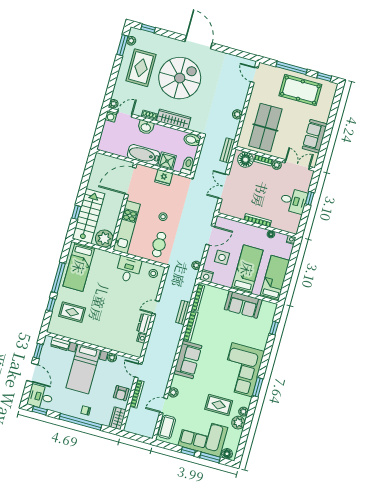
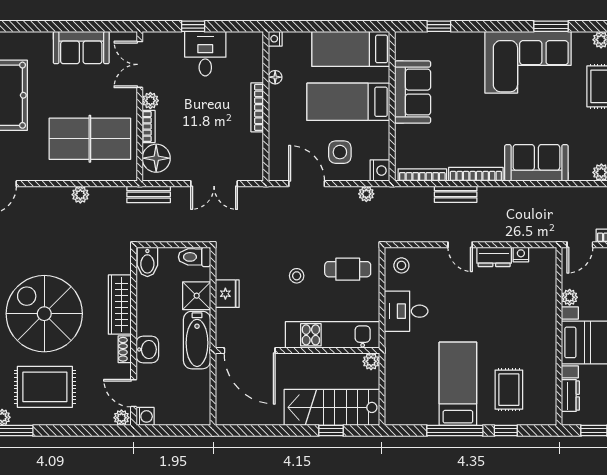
plant: (104, 239) -> (371, 361), width x0.53, depth x0.53
bed: (79, 267) -> (458, 384), moved, turned -90

